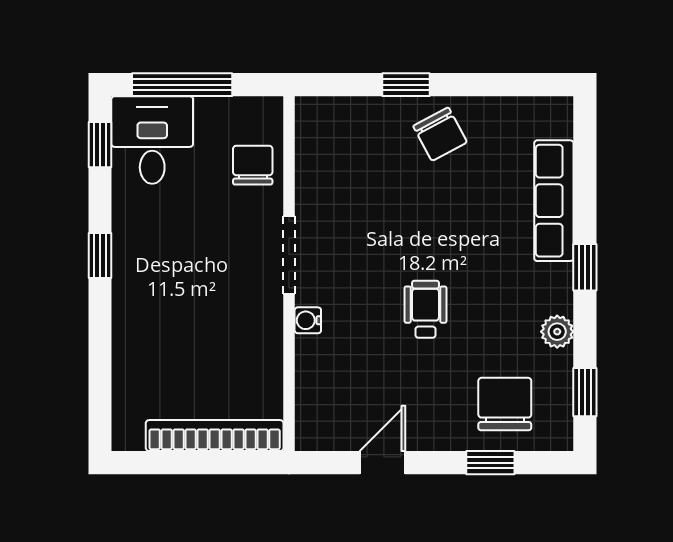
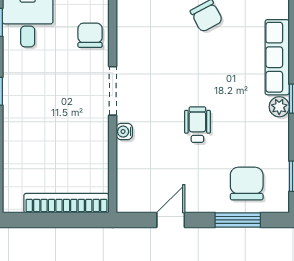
plant: (557, 332) -> (279, 107), moved
window: (490, 463) -> (238, 220), width x1.50

